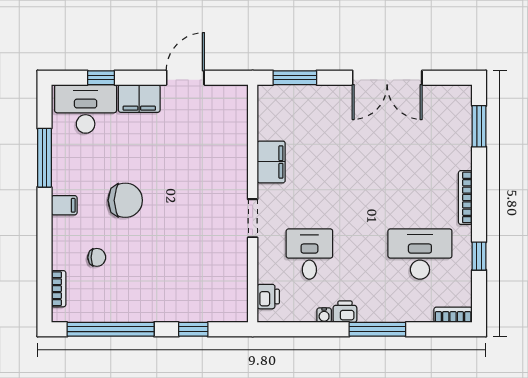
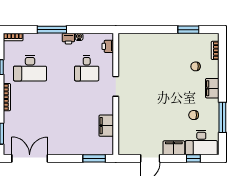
double door: (387, 78) -> (30, 158), moved
filing cabinet: (271, 162) -> (106, 126), moved
chair: (125, 200) -> (194, 115), moved, width x0.54, depth x0.54
filing cabinet: (64, 205) -> (212, 88), width x2.00
window: (111, 329) -> (188, 30), width x0.47
window: (193, 329) -> (146, 30), removed

